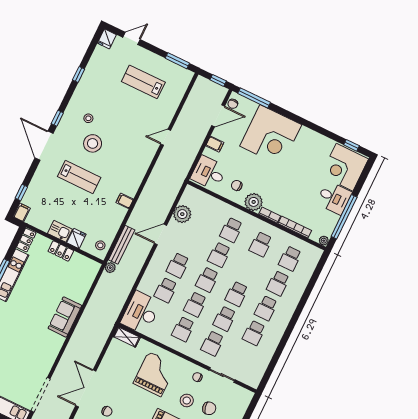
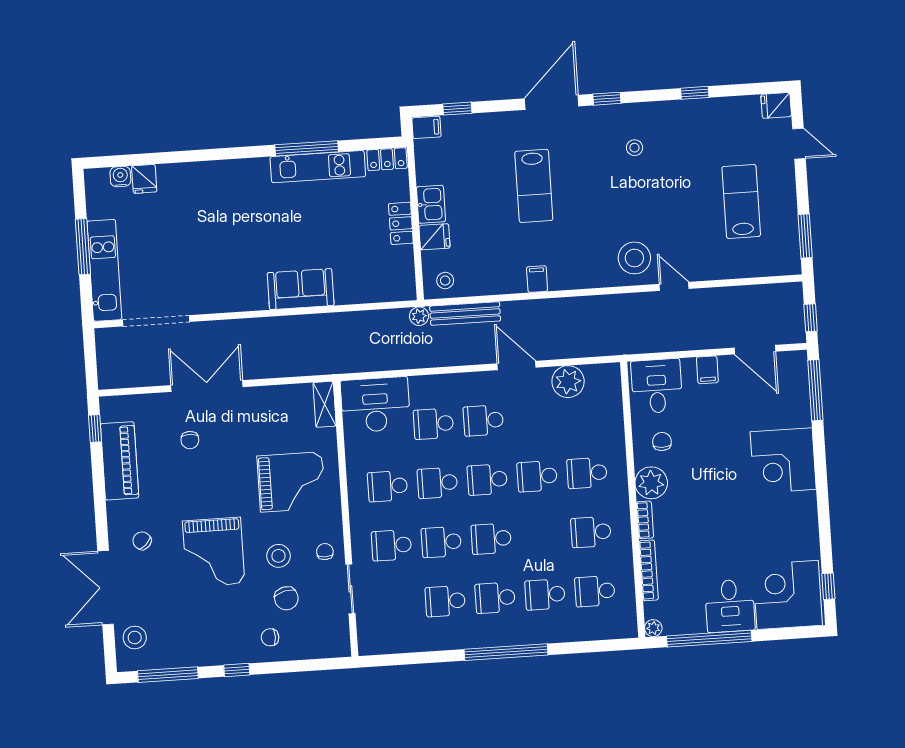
chair: (233, 104) -> (787, 362), removed
corner desk: (271, 135) -> (783, 461), width x0.74, depth x0.74
stool: (93, 143) -> (634, 258), moved
window: (295, 318) -> (506, 652), added

